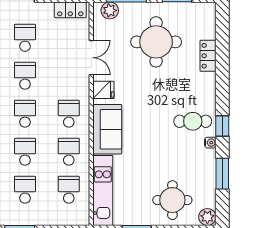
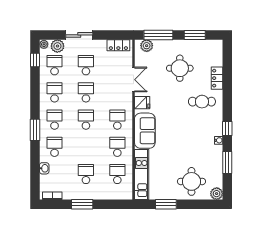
round table: (156, 42) -> (180, 68), width x0.73, depth x0.73
cafe table: (193, 121) -> (202, 102), moved
school desk: (25, 152) -> (86, 147), removed

